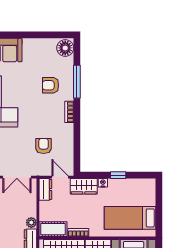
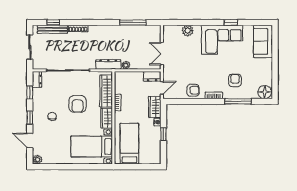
armchair: (44, 146) -> (193, 90), moved
cot: (53, 229) -> (120, 82), removed

